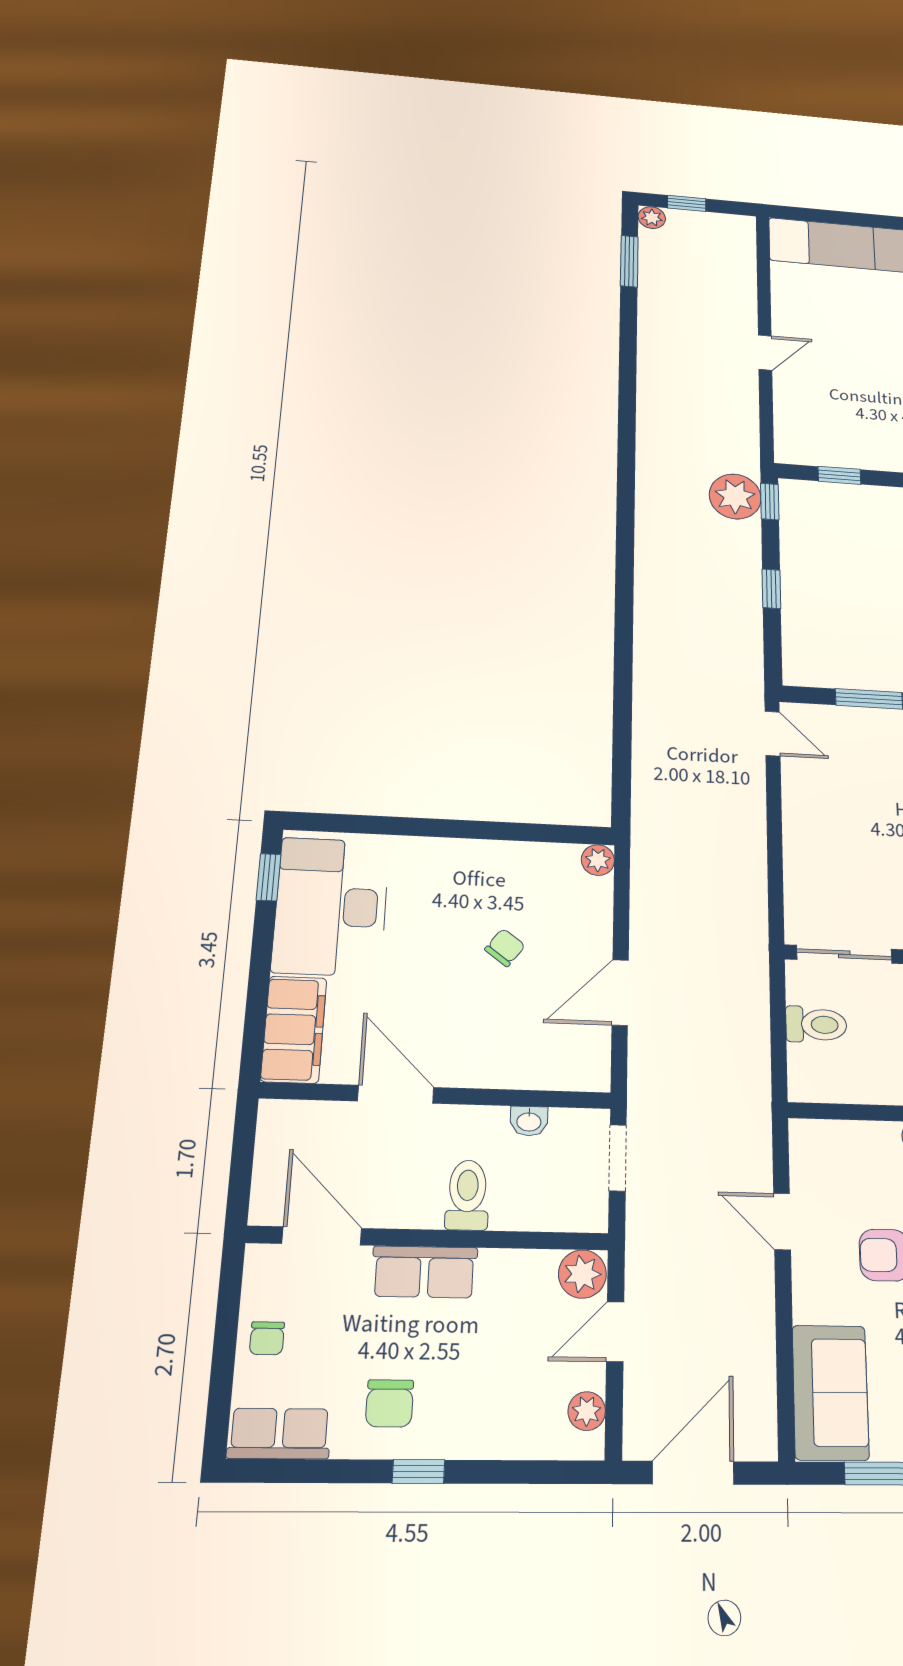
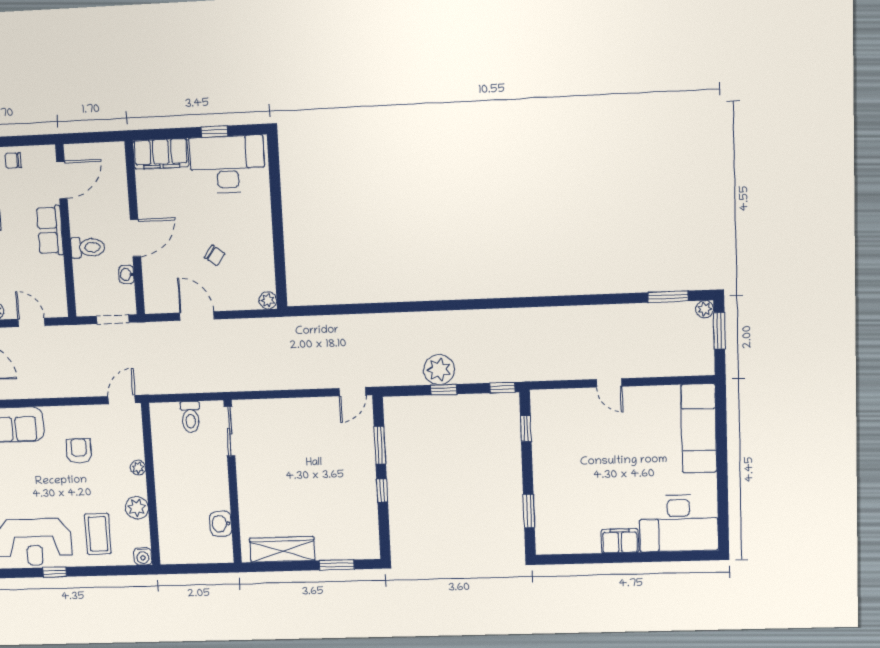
window: (687, 203) -> (719, 331), width x1.50
plant: (735, 496) -> (439, 370), moved
window: (269, 877) -> (215, 132), moved
door: (396, 1094) -> (135, 238), moved
door: (782, 1222) -> (122, 400), moved
plant: (582, 1274) -> (56, 305), removed

